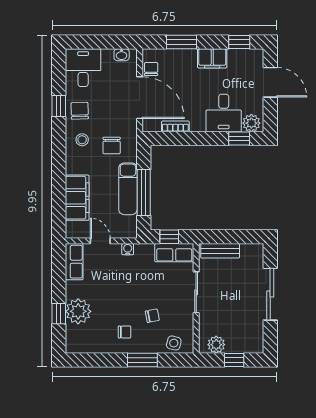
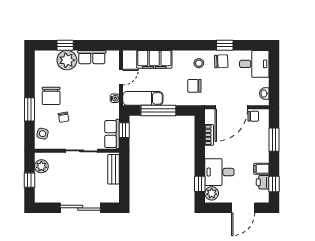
printer: (237, 57) -> (263, 182), added
filing cabinet: (212, 58) -> (261, 169), width x0.50
exam couch: (128, 189) -> (143, 98), moved
row of seats: (74, 262) -> (92, 57), moved
chair: (125, 332) -> (51, 96), width x1.87, depth x1.87

